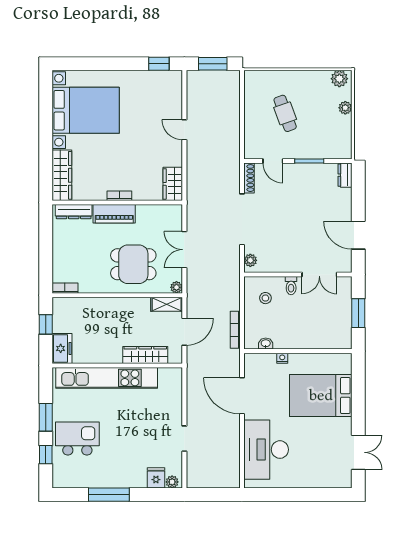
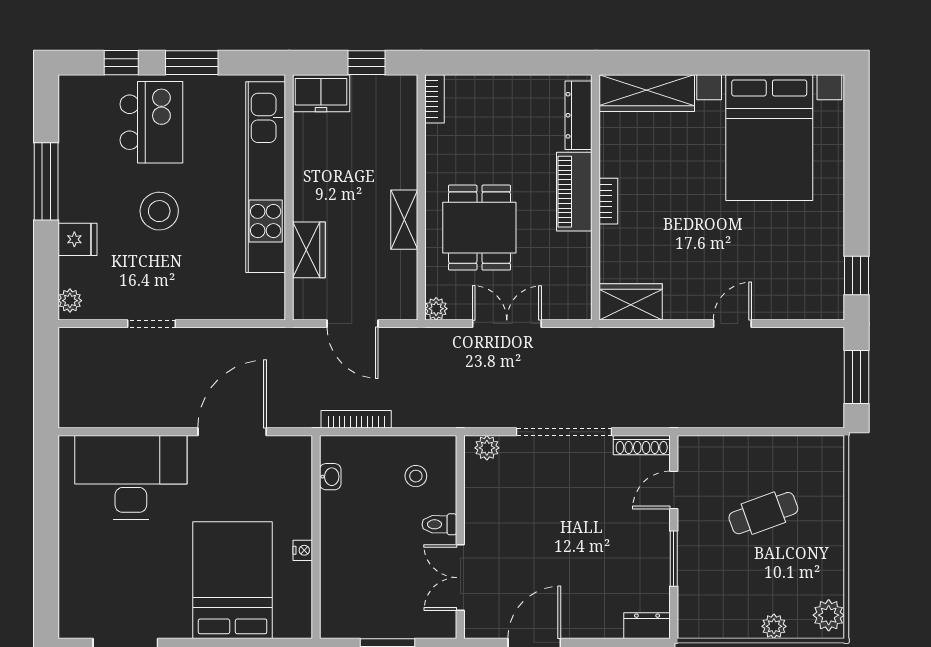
shelving: (167, 304) -> (404, 220), moved
wardrobe: (145, 355) -> (309, 250), width x0.67
nightstand: (282, 358) -> (303, 550), moved
stool: (125, 434) -> (159, 211), added
fridge: (156, 478) -> (77, 239), moved

